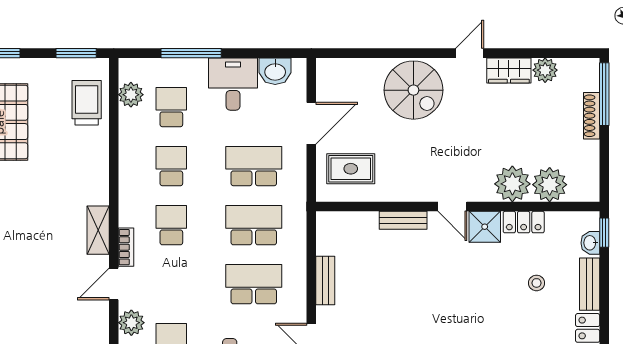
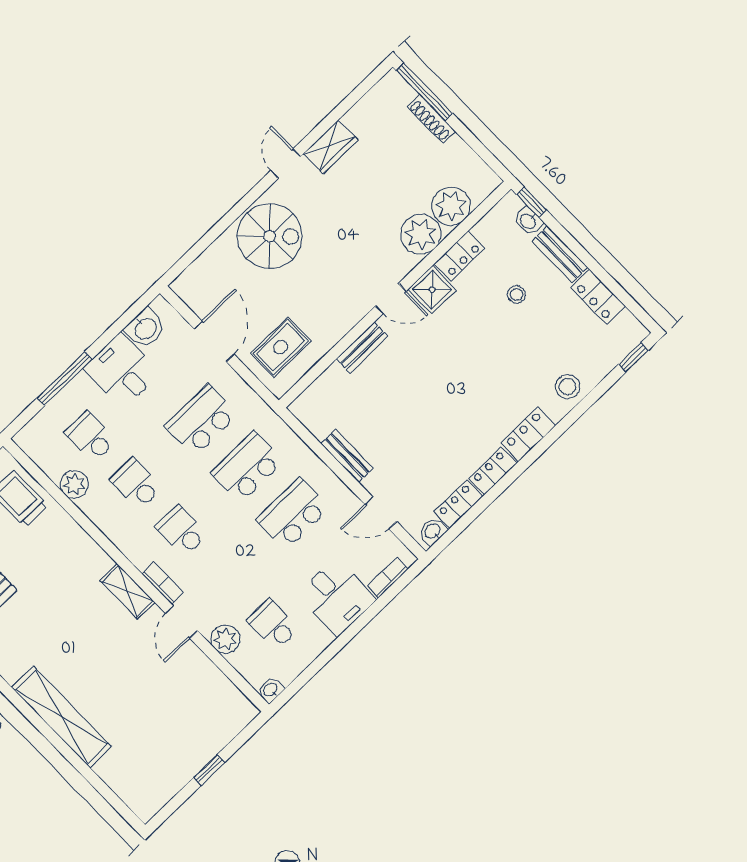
plant: (545, 70) -> (359, 119), removed
plant: (131, 95) -> (74, 484), moved

